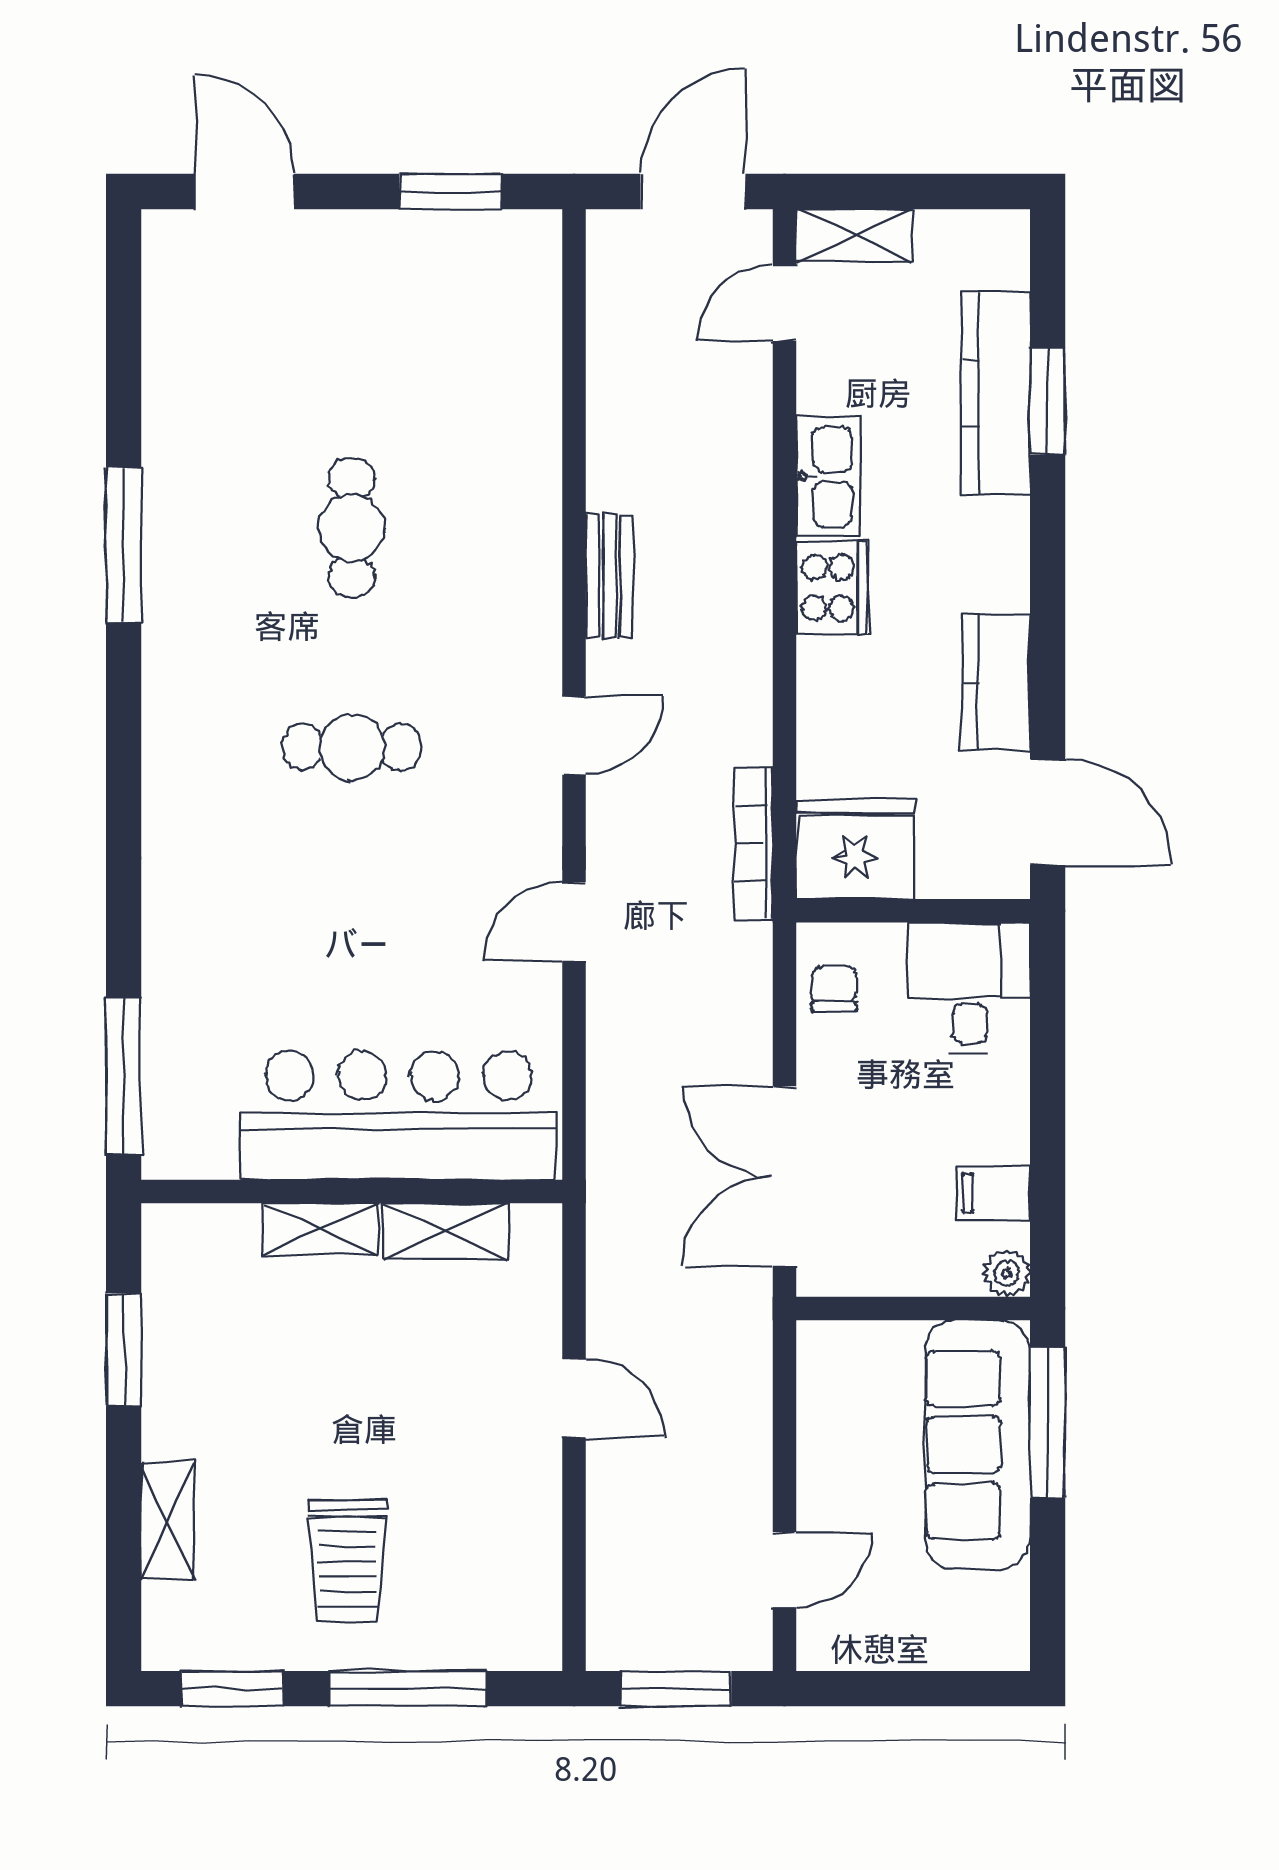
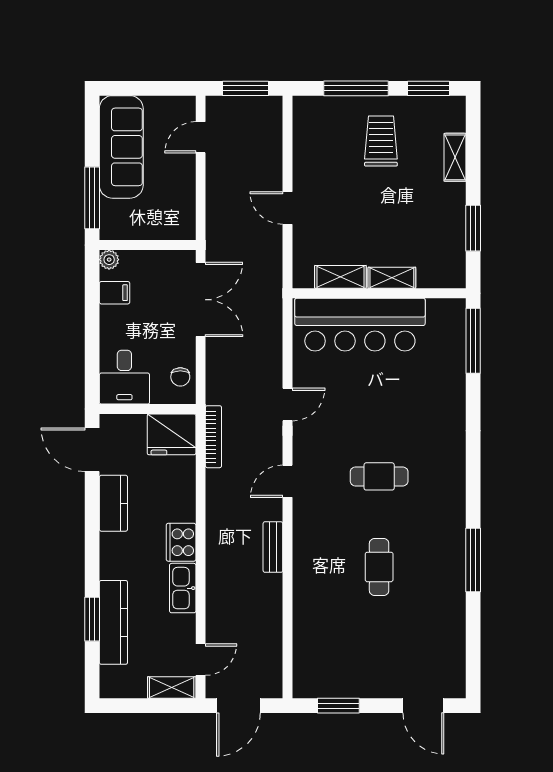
sofa: (977, 1445) -> (121, 147), moved

